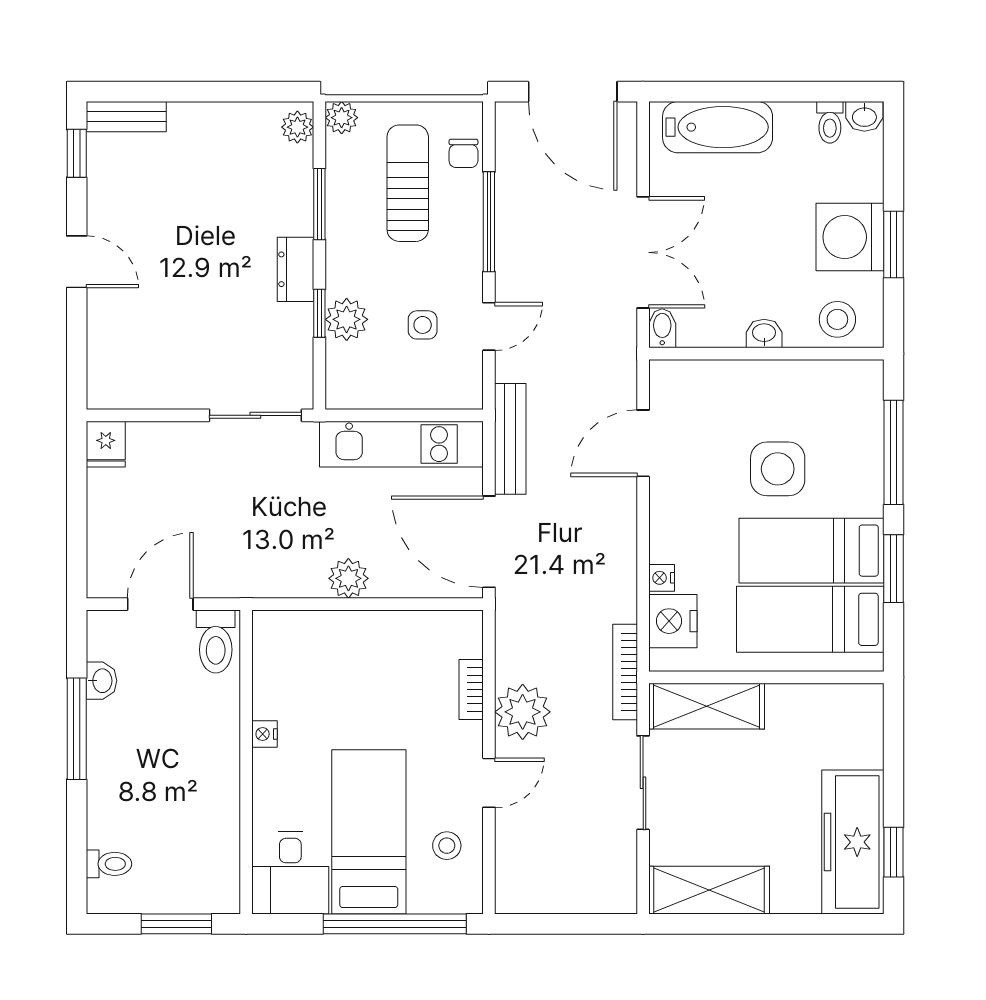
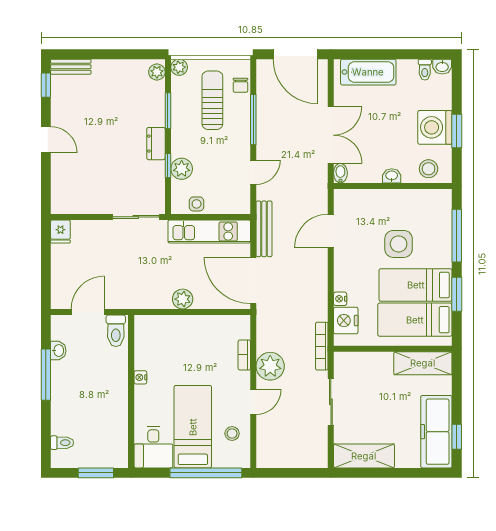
side table: (423, 325) -> (197, 204), moved
shelving: (707, 706) -> (423, 363), moved

